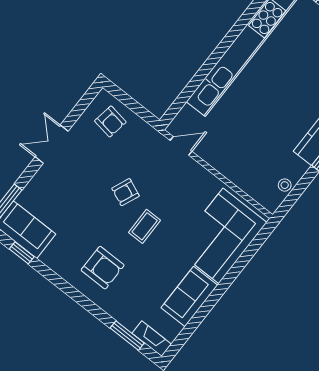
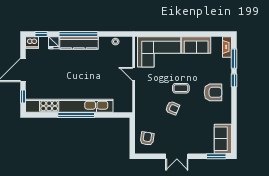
window: (224, 46) -> (76, 115), added
door: (181, 146) -> (134, 74), moved
window: (22, 253) -> (234, 80), moved
armchair: (103, 268) -> (213, 92), turned 90

